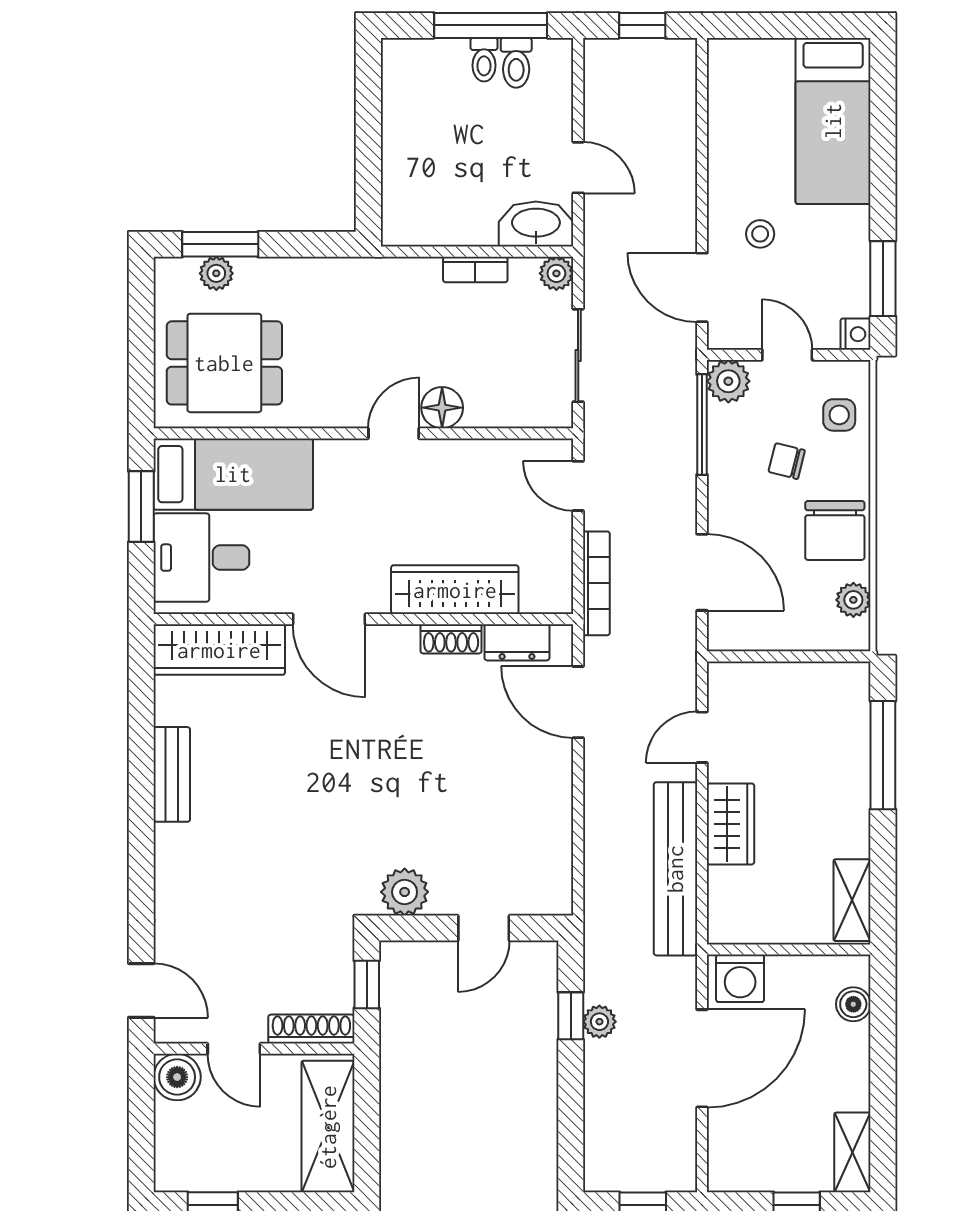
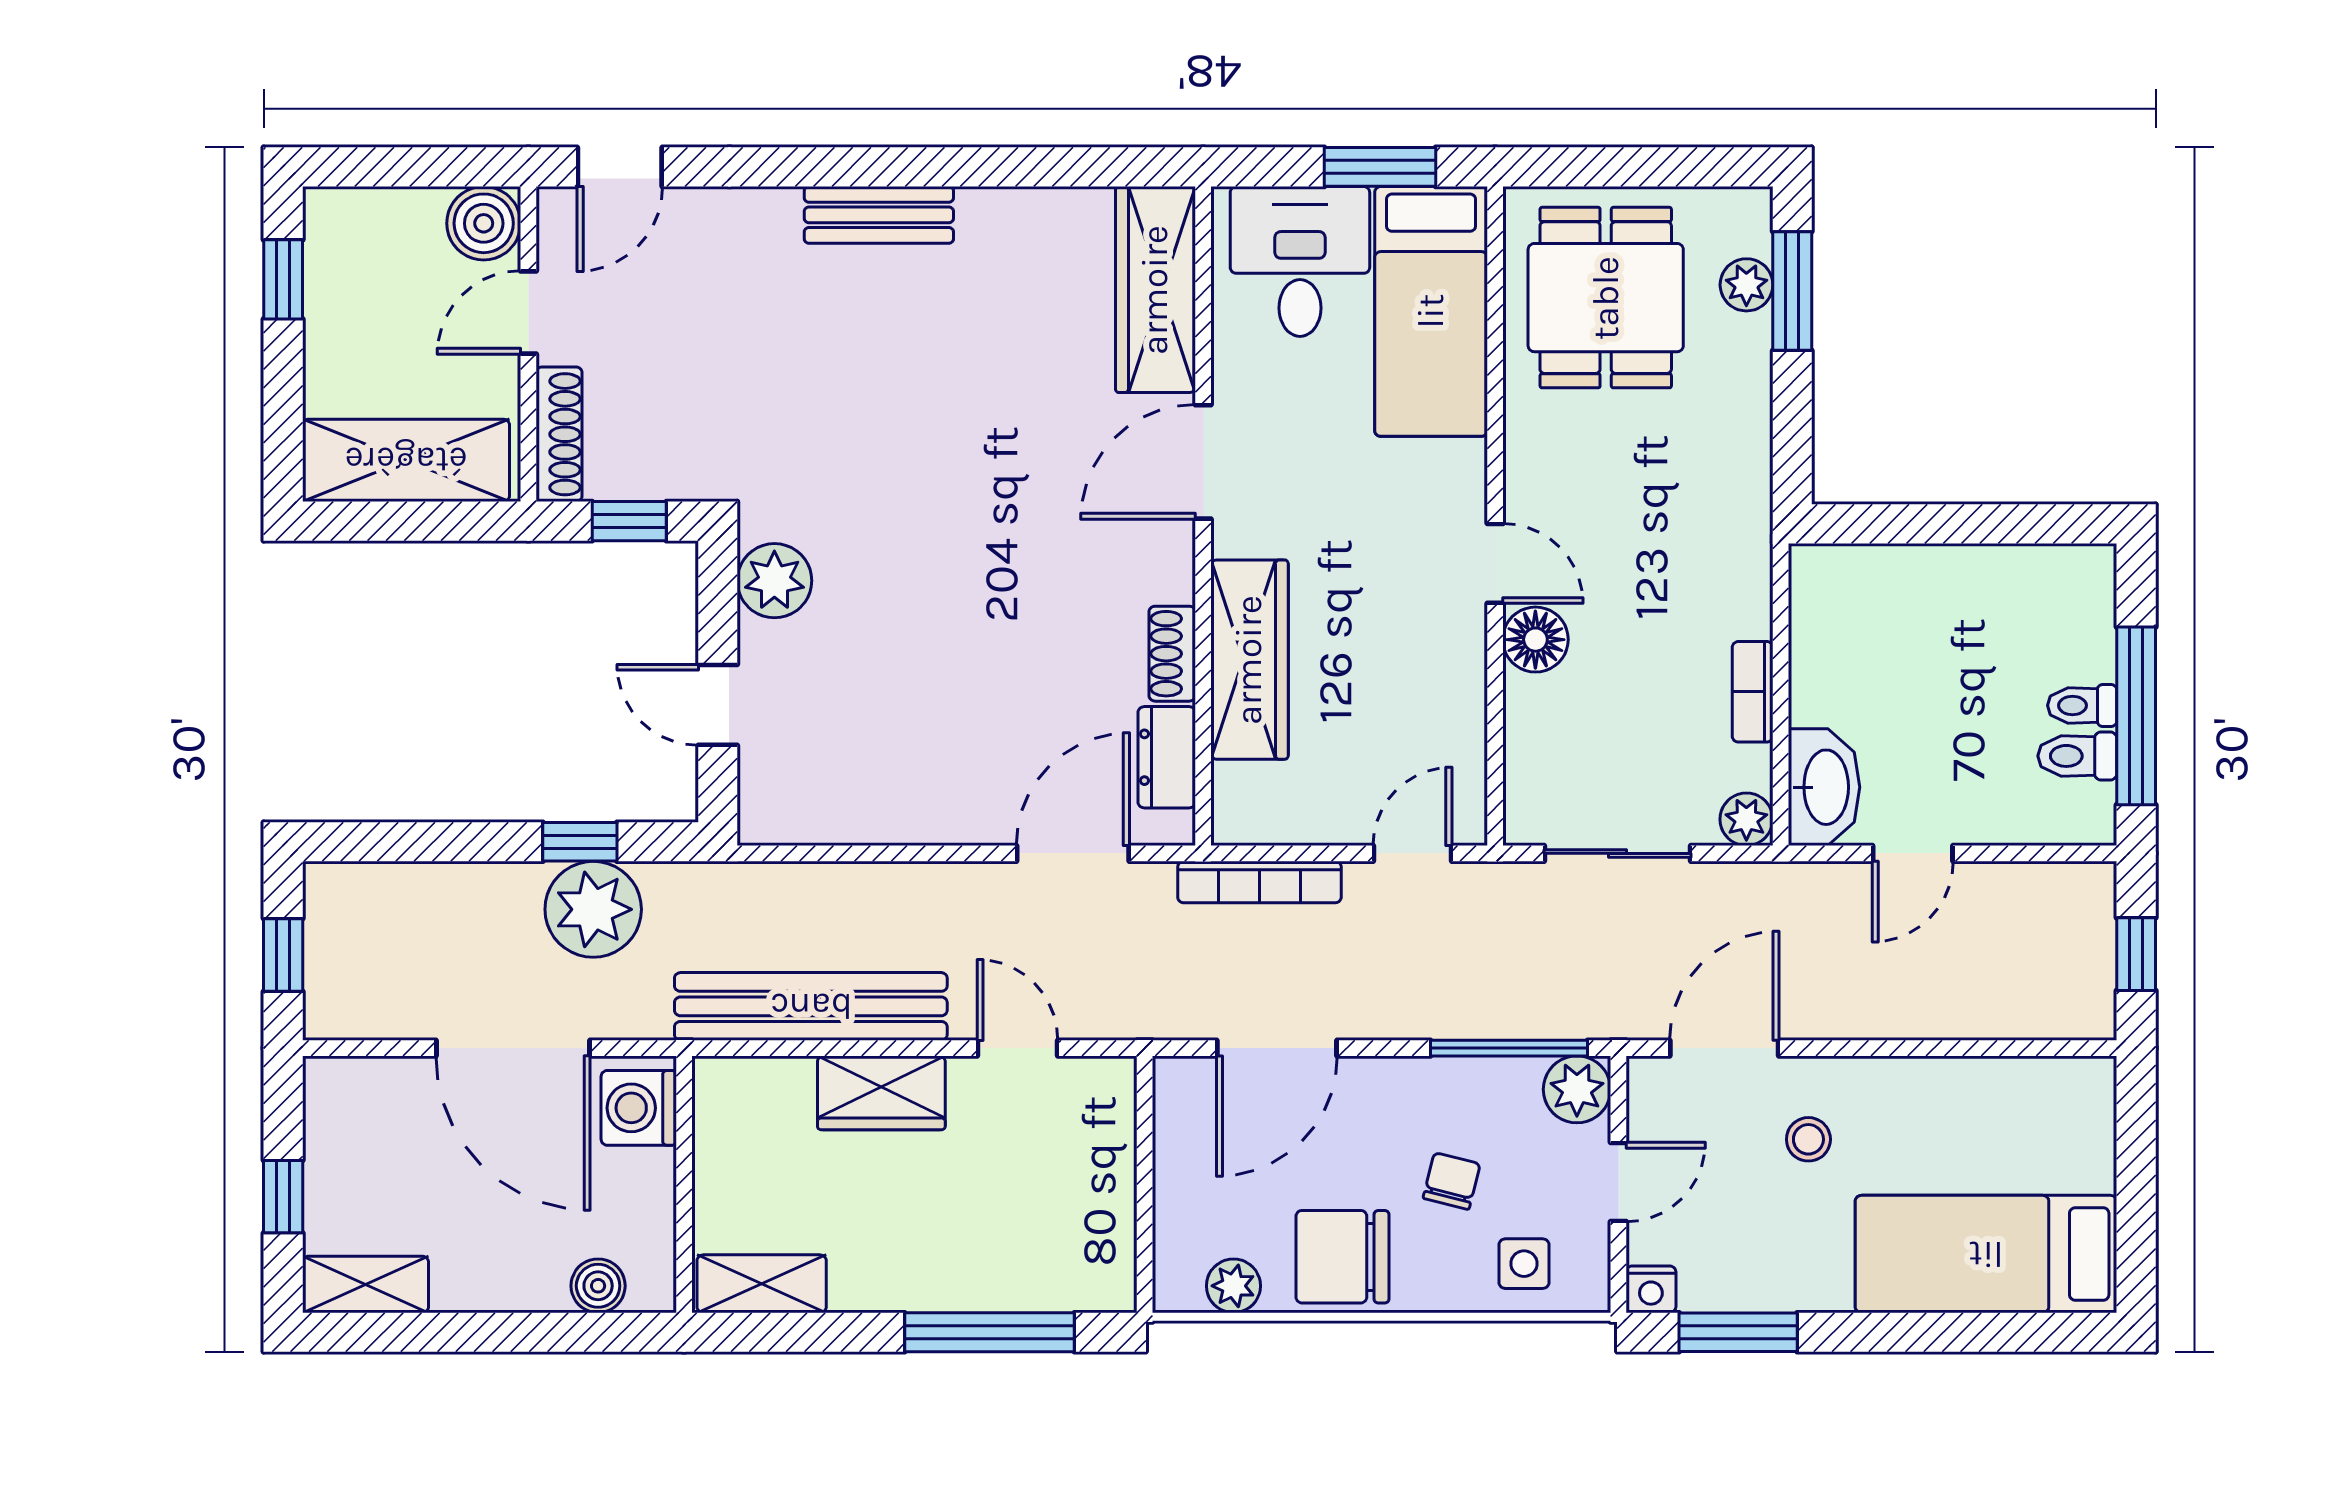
bench: (172, 774) -> (879, 215), moved
plant: (599, 1022) -> (593, 909), width x1.88, depth x1.88

